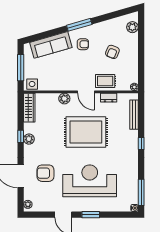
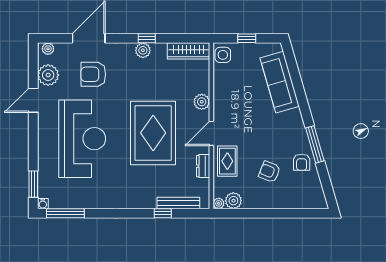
window: (79, 25) -> (315, 144), moved
plant: (132, 27) -> (233, 201), moved
armchair: (83, 44) -> (302, 162), moved
window: (21, 68) -> (247, 38), width x0.46
window: (141, 143) -> (163, 213), moved
armchair: (45, 173) -> (93, 74), turned -90
plant: (46, 204) -> (48, 75), added
window: (91, 215) -> (33, 184), moved

